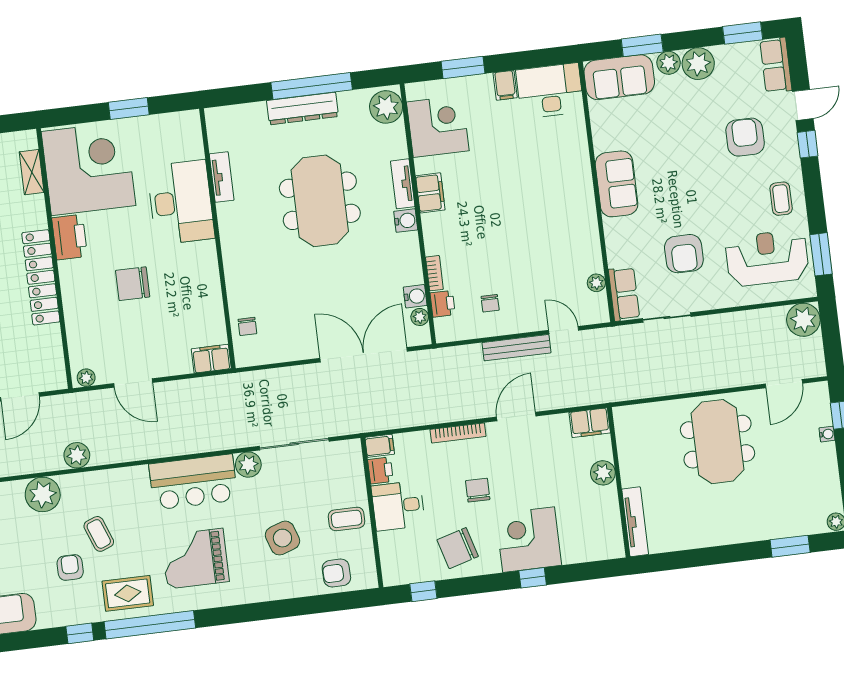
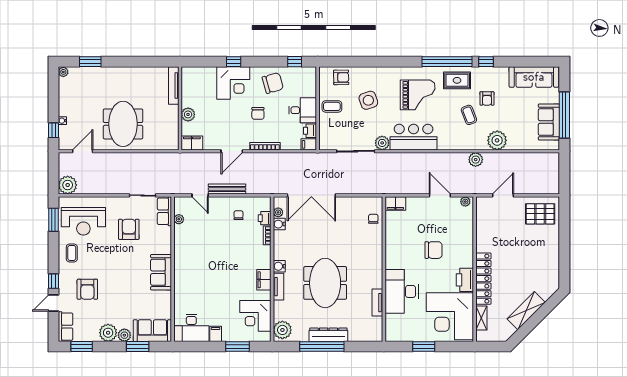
locker: (41, 277) -> (483, 279), moved

